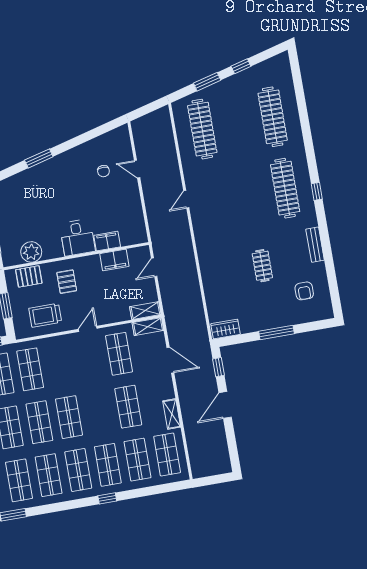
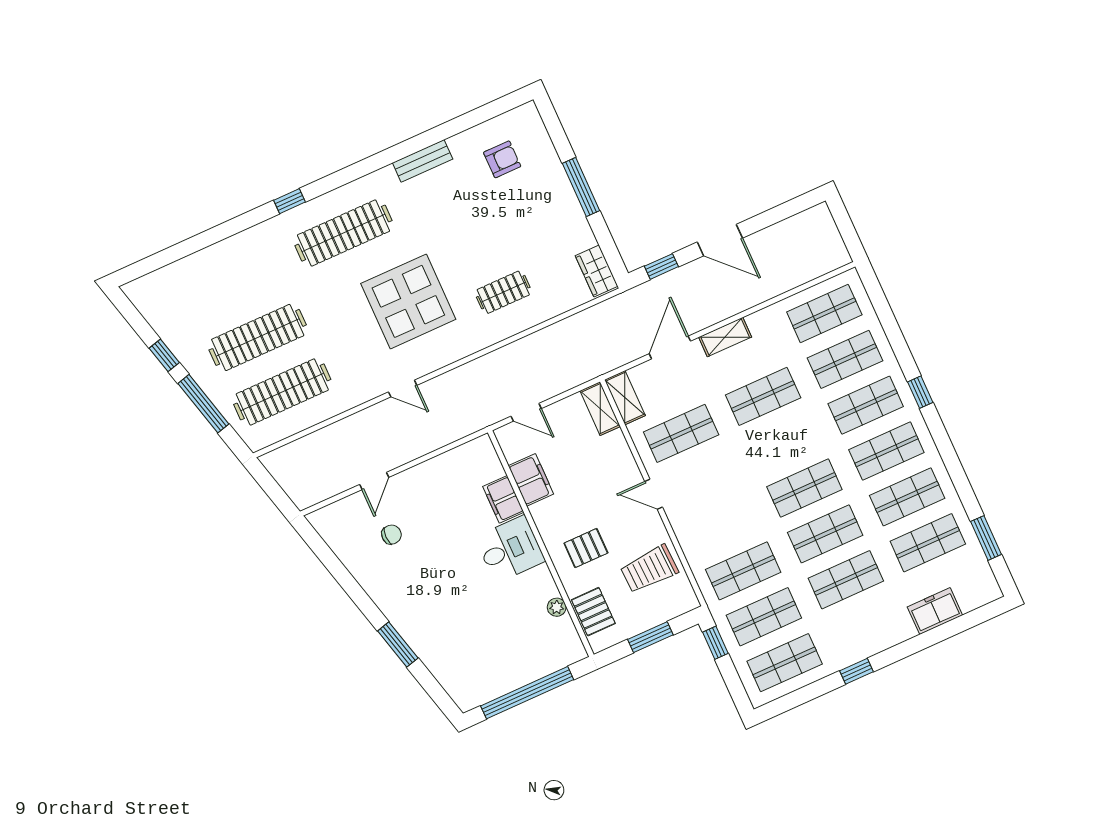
window: (207, 82) -> (203, 404), width x1.44
clothes rail: (273, 117) -> (258, 337), moved
window: (317, 191) -> (290, 201), moved
display table: (236, 215) -> (408, 301), added
plant: (31, 252) -> (557, 607), width x0.53, depth x0.53
clothes rail: (262, 266) -> (503, 292), moved
trolley: (45, 315) -> (649, 569), turned 88
shelving: (172, 414) -> (725, 337), moved

